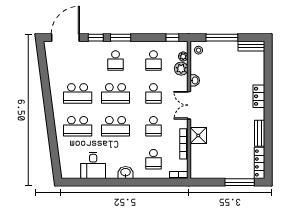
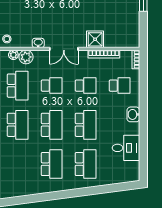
school desk: (115, 61) -> (18, 125), width x1.85
school desk: (153, 61) -> (18, 86), width x1.85

